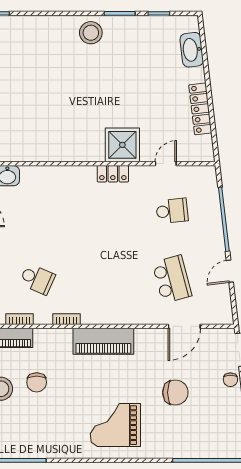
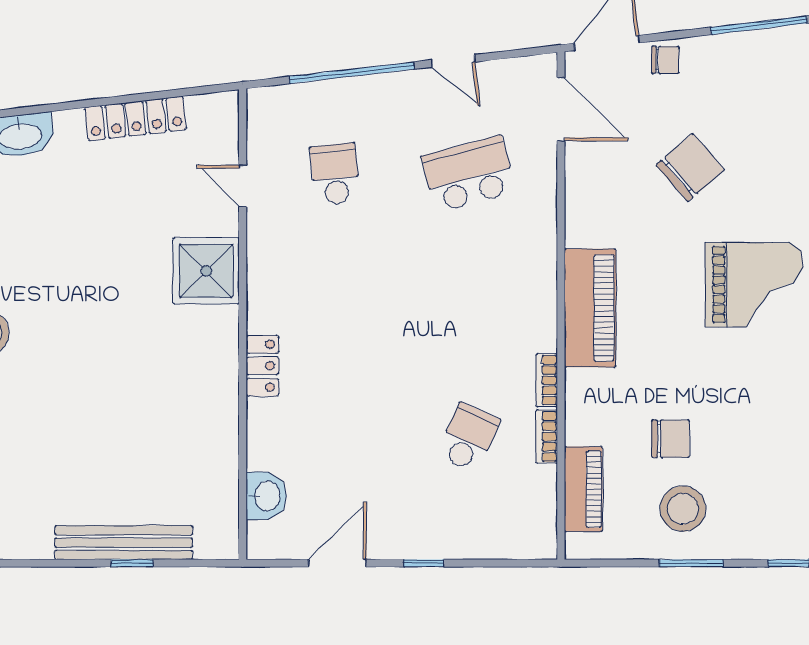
locker: (113, 174) -> (263, 366), moved
bookcase: (20, 319) -> (547, 437), moved
door: (184, 326) -> (561, 109), moved
chair: (175, 392) -> (690, 167), turned 49
grand piano: (115, 425) -> (754, 285), turned -90

